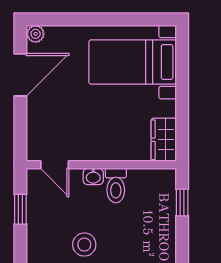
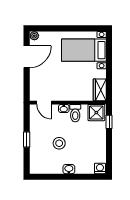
shower: (157, 184) -> (96, 113), added
window: (20, 209) -> (27, 139), moved

